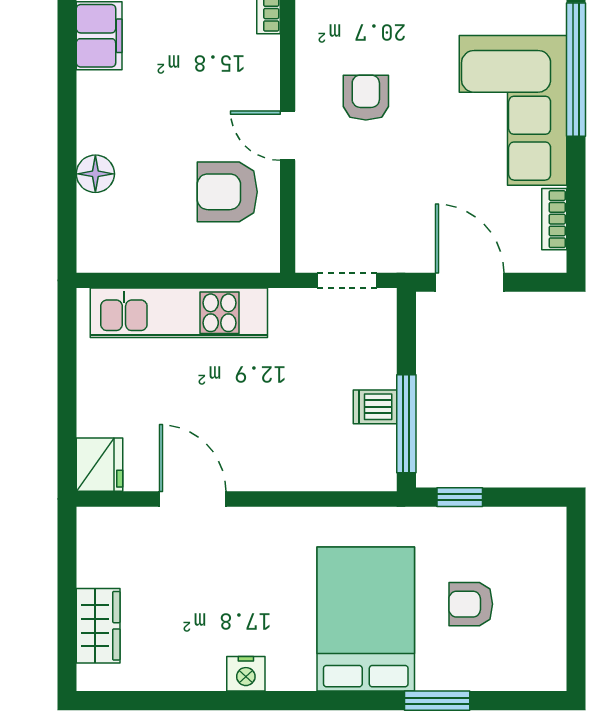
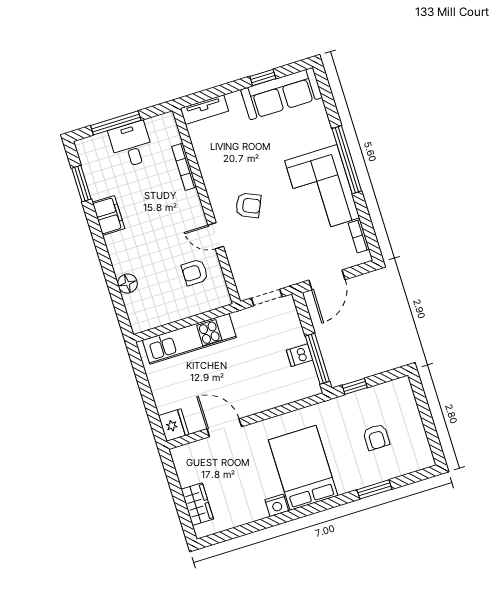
armchair: (366, 98) -> (248, 205), turned 114
armchair: (227, 192) -> (195, 272), width x0.72, depth x0.72
door: (470, 282) -> (327, 280), swing flipped
armchair: (471, 604) -> (376, 437), turned -90
bed: (366, 619) -> (303, 468), moved

